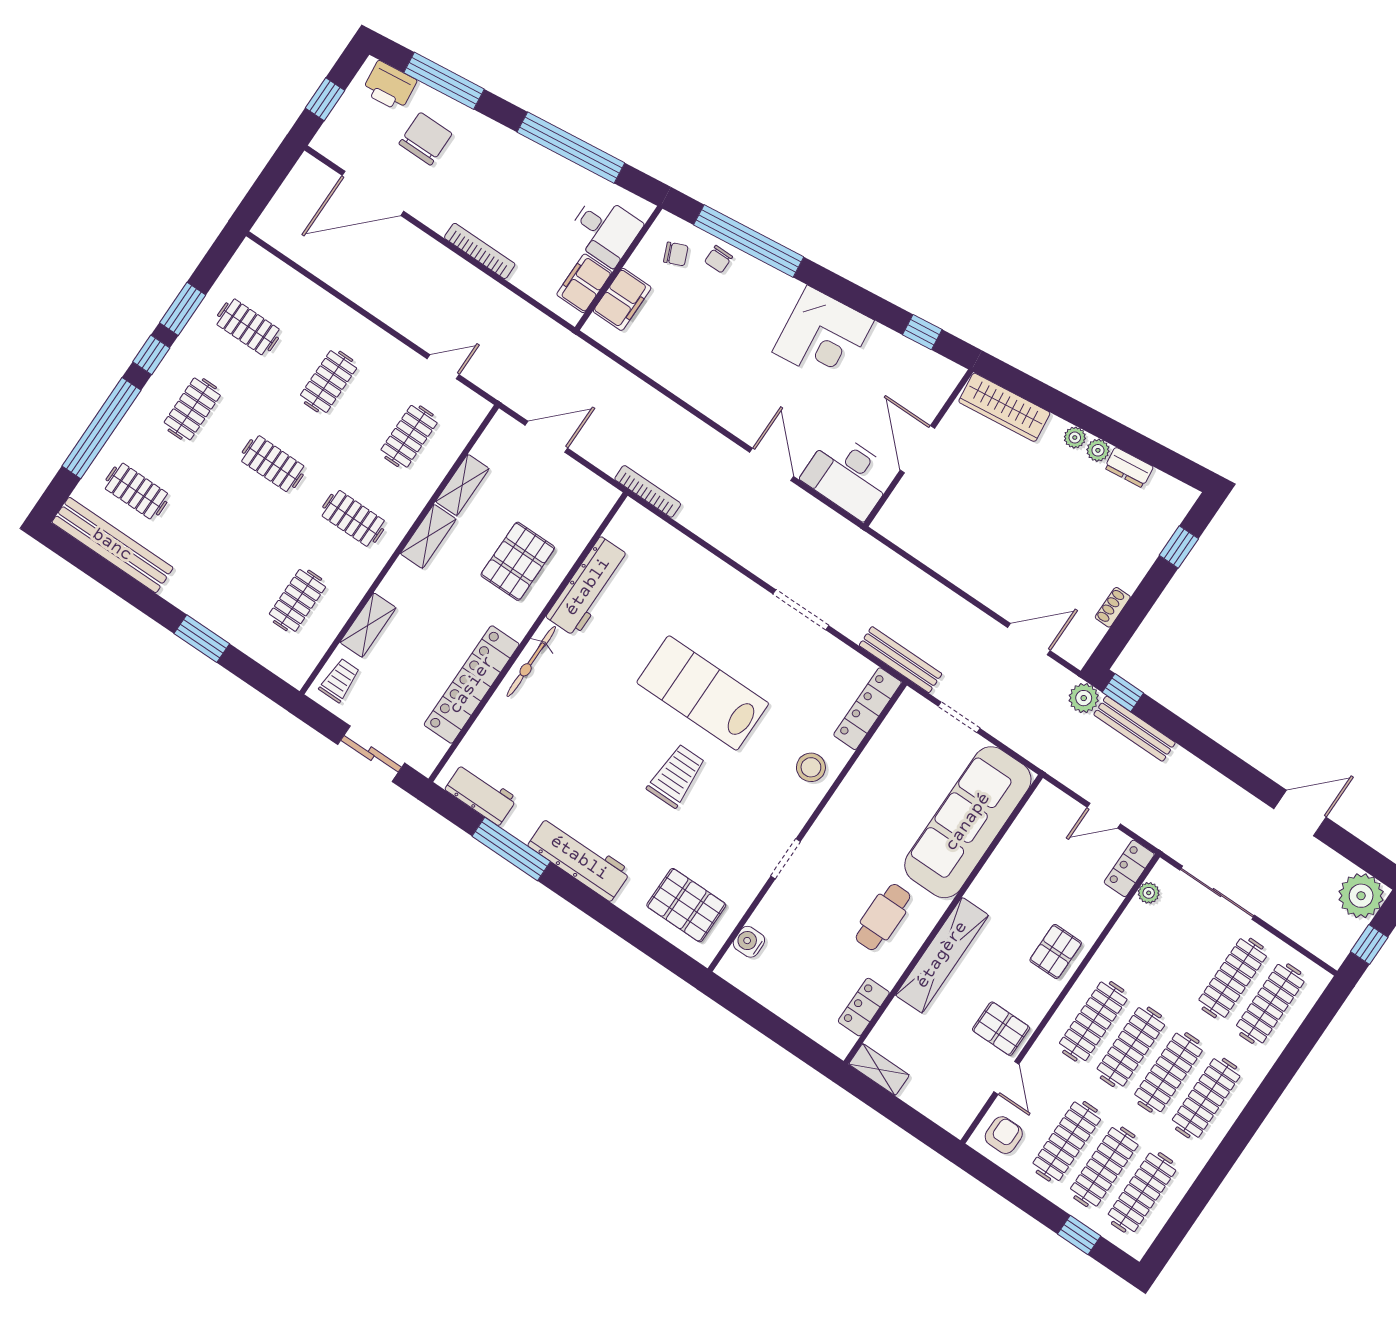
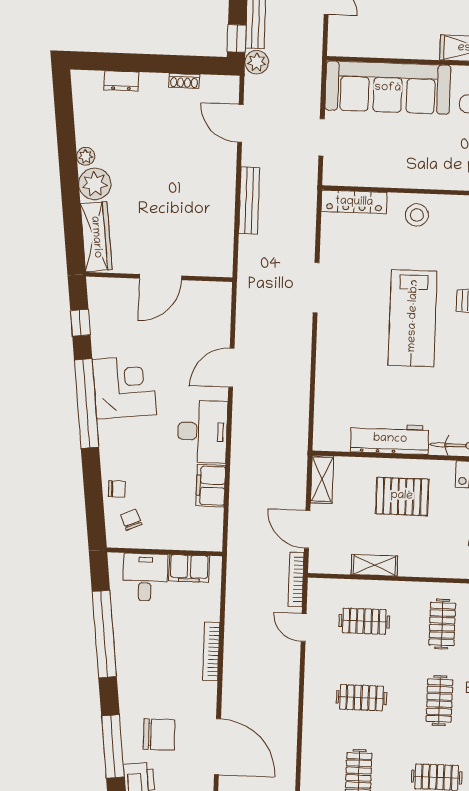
chair: (426, 139) -> (159, 735), turned 180
window: (749, 241) -> (87, 404), moved
filing cabinet: (622, 299) -> (211, 486), moved, turned -90
plant: (1075, 438) -> (95, 184), width x1.87, depth x1.87
dresser: (1129, 467) -> (121, 81), moved, turned 96
desk: (848, 476) -> (202, 431), moved
bookcase: (648, 491) -> (296, 579), moved
shelving: (428, 536) -> (322, 479), moved, turned 90
window: (1179, 547) -> (116, 62), removed
bench: (901, 660) -> (249, 200), moved

